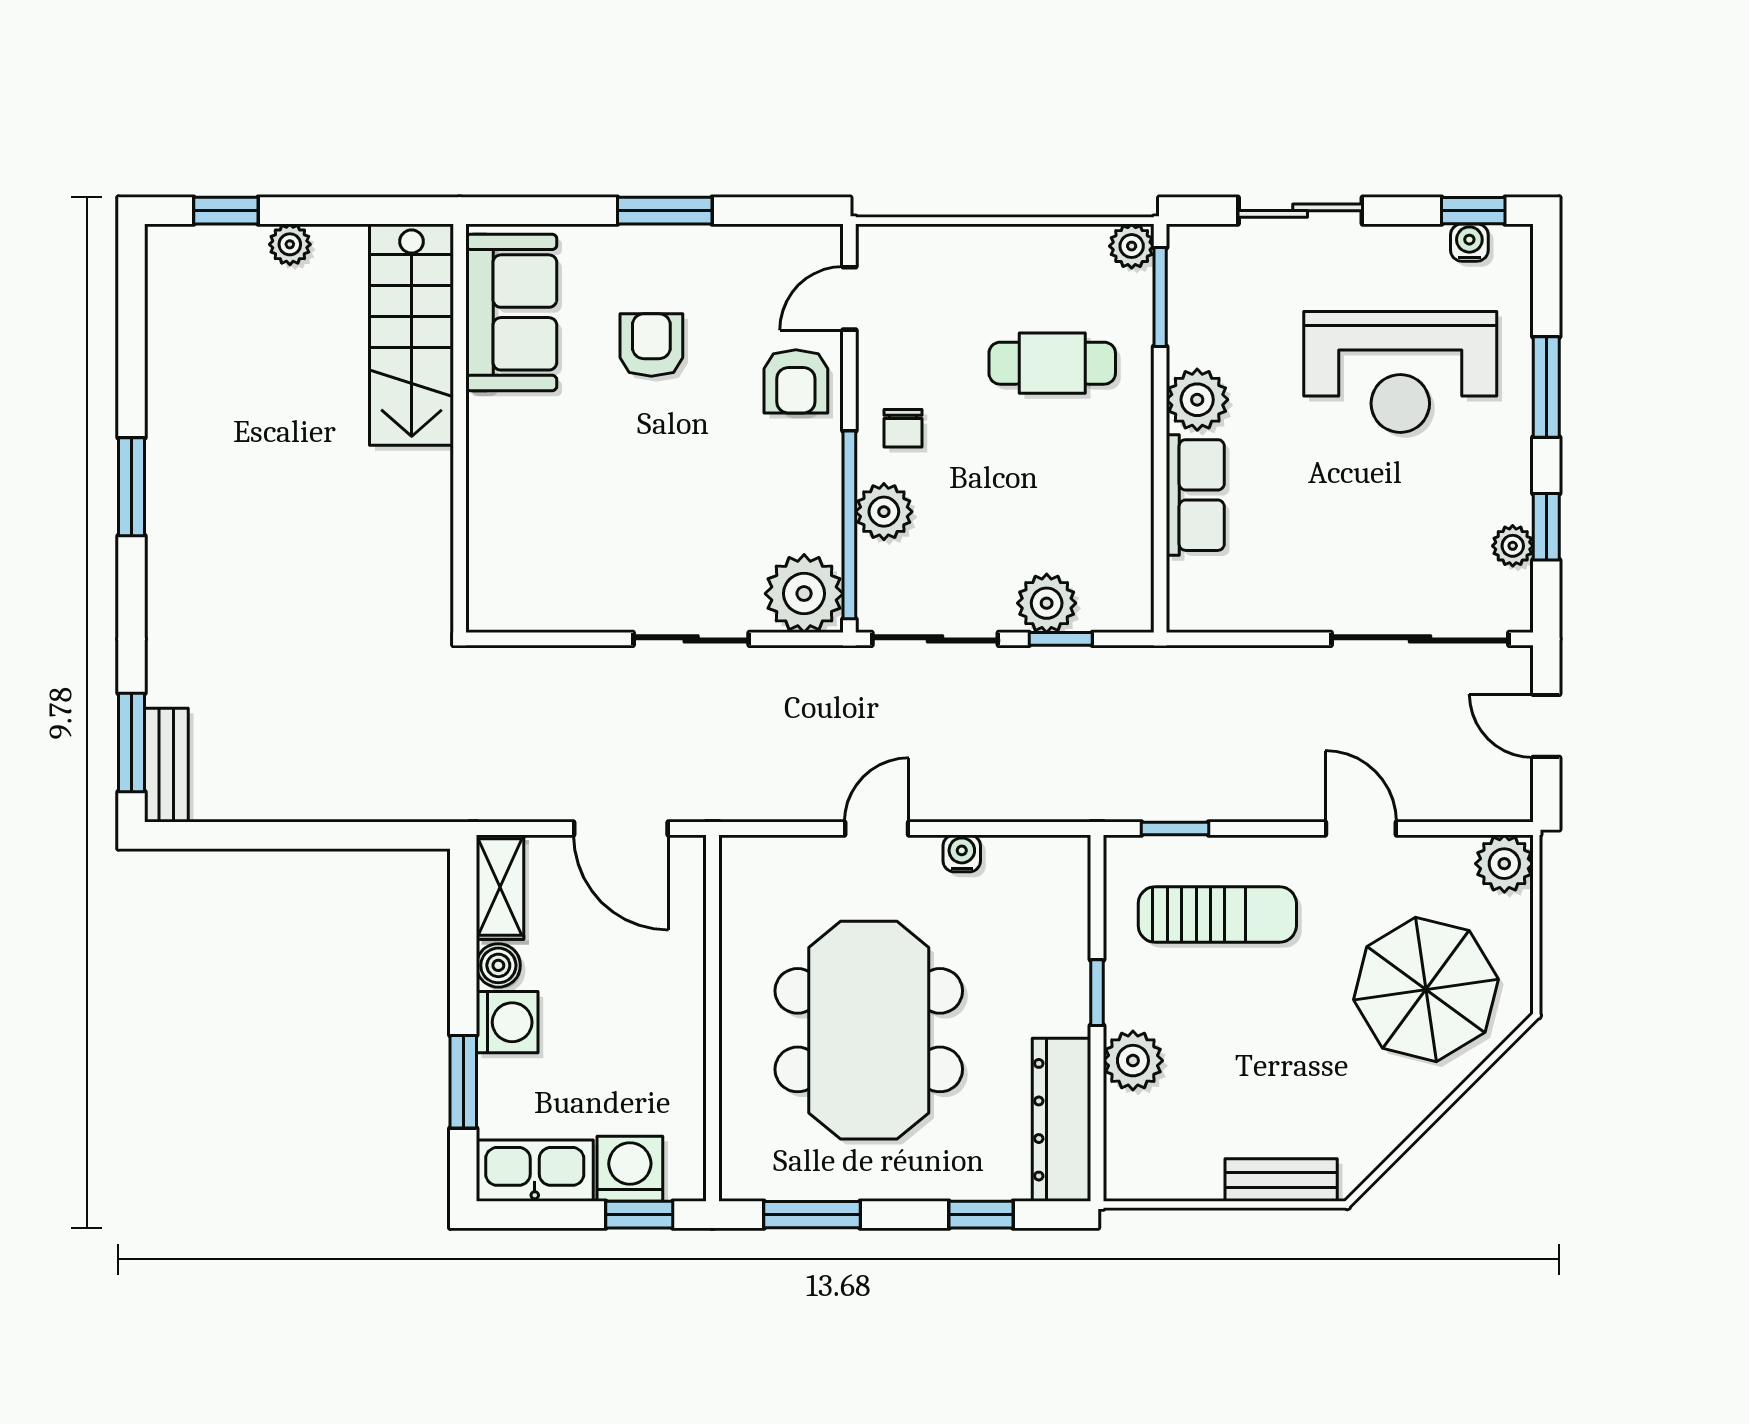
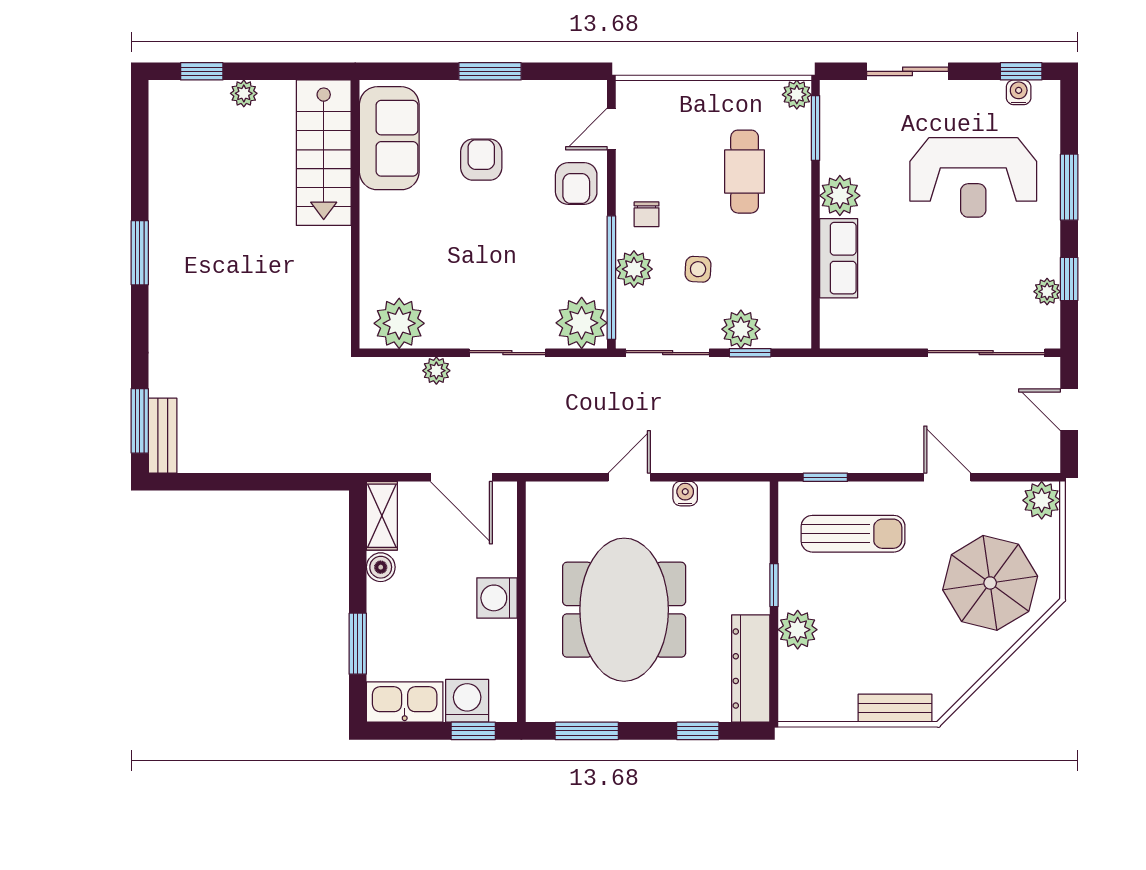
cafe table: (1052, 363) -> (745, 172), turned 90
side table: (981, 512) -> (698, 269), added
plant: (526, 594) -> (399, 323), added
plant: (583, 666) -> (436, 371), added
washing machine: (507, 1022) -> (497, 598), moved, turned 180

